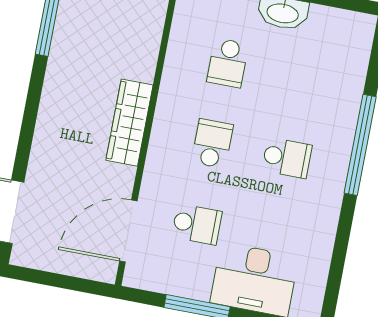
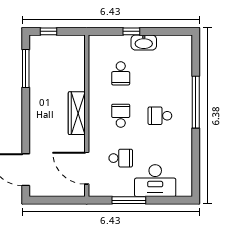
school desk: (287, 158) -> (160, 116), turned 180
door: (128, 231) -> (87, 168), hinge flipped

